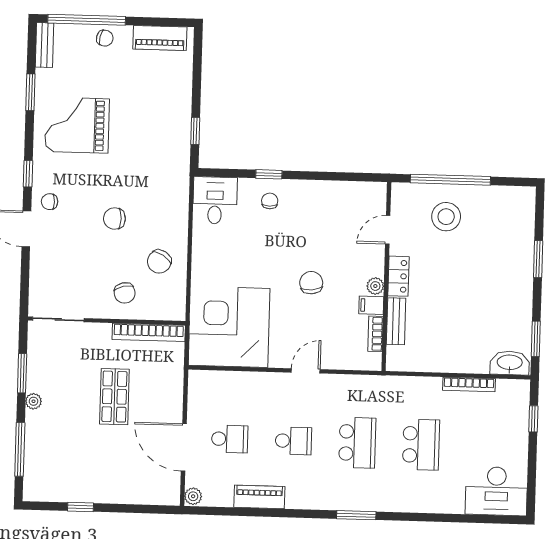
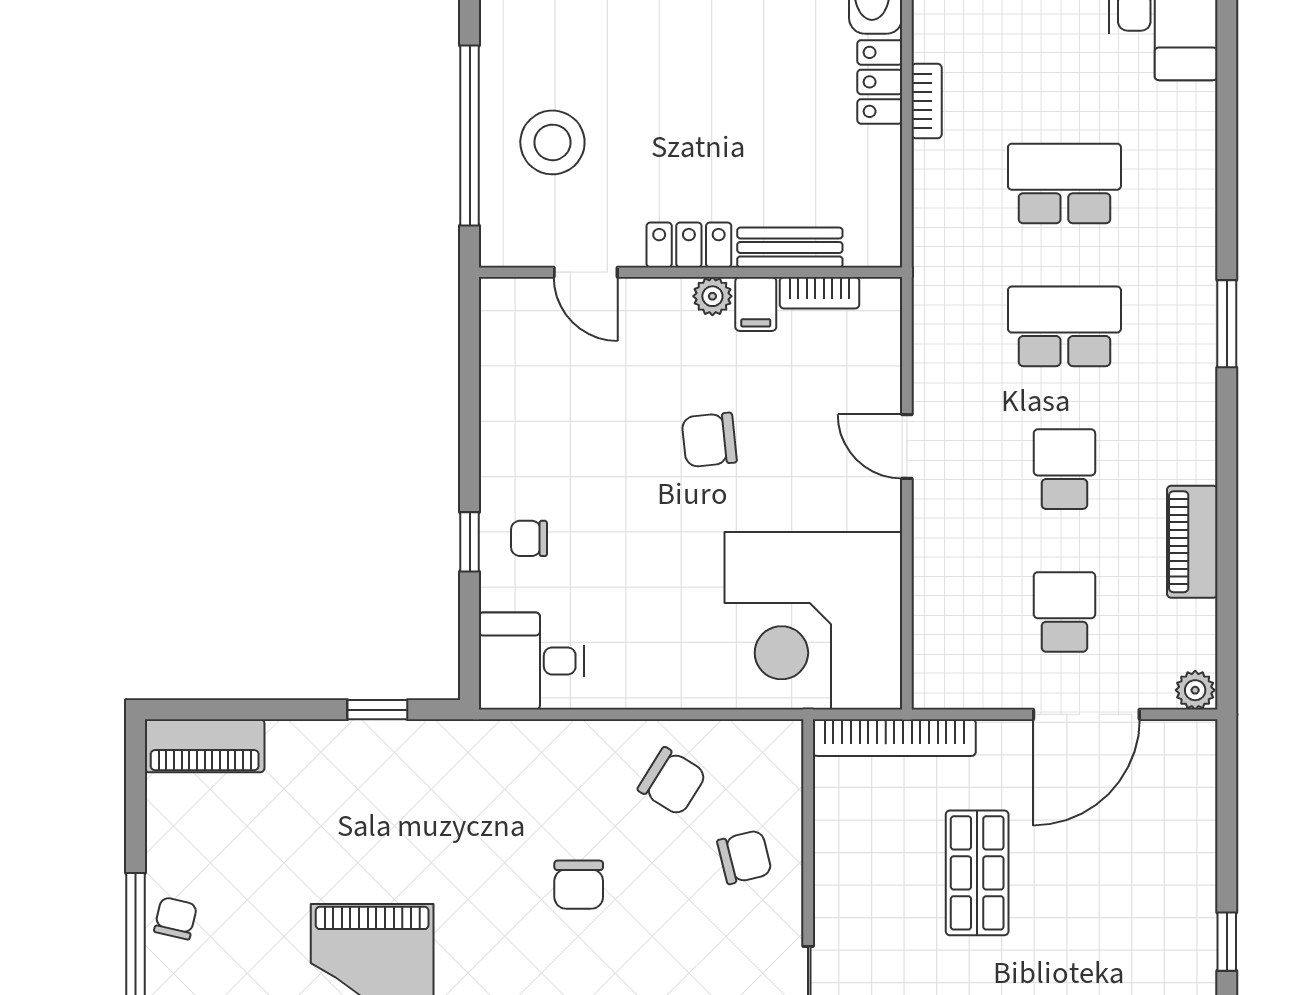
piano: (160, 38) -> (205, 746), moved, turned 90
bookcase: (149, 332) -> (894, 738), moved, turned 90
locker: (469, 364) -> (880, 82), added
bookcase: (469, 384) -> (927, 101), width x0.64
shop shelf: (114, 397) -> (977, 873), turned 90

